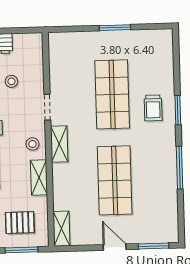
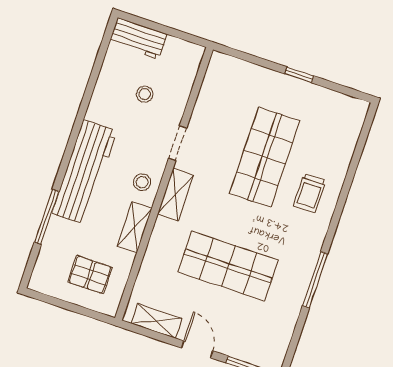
window: (115, 28) -> (299, 75), width x0.67
window: (178, 110) -> (339, 207), removed
shop shelf: (115, 180) -> (228, 266), turned 90
shelving: (61, 229) -> (156, 321), moved, turned 90
window: (21, 250) -> (79, 310), removed

